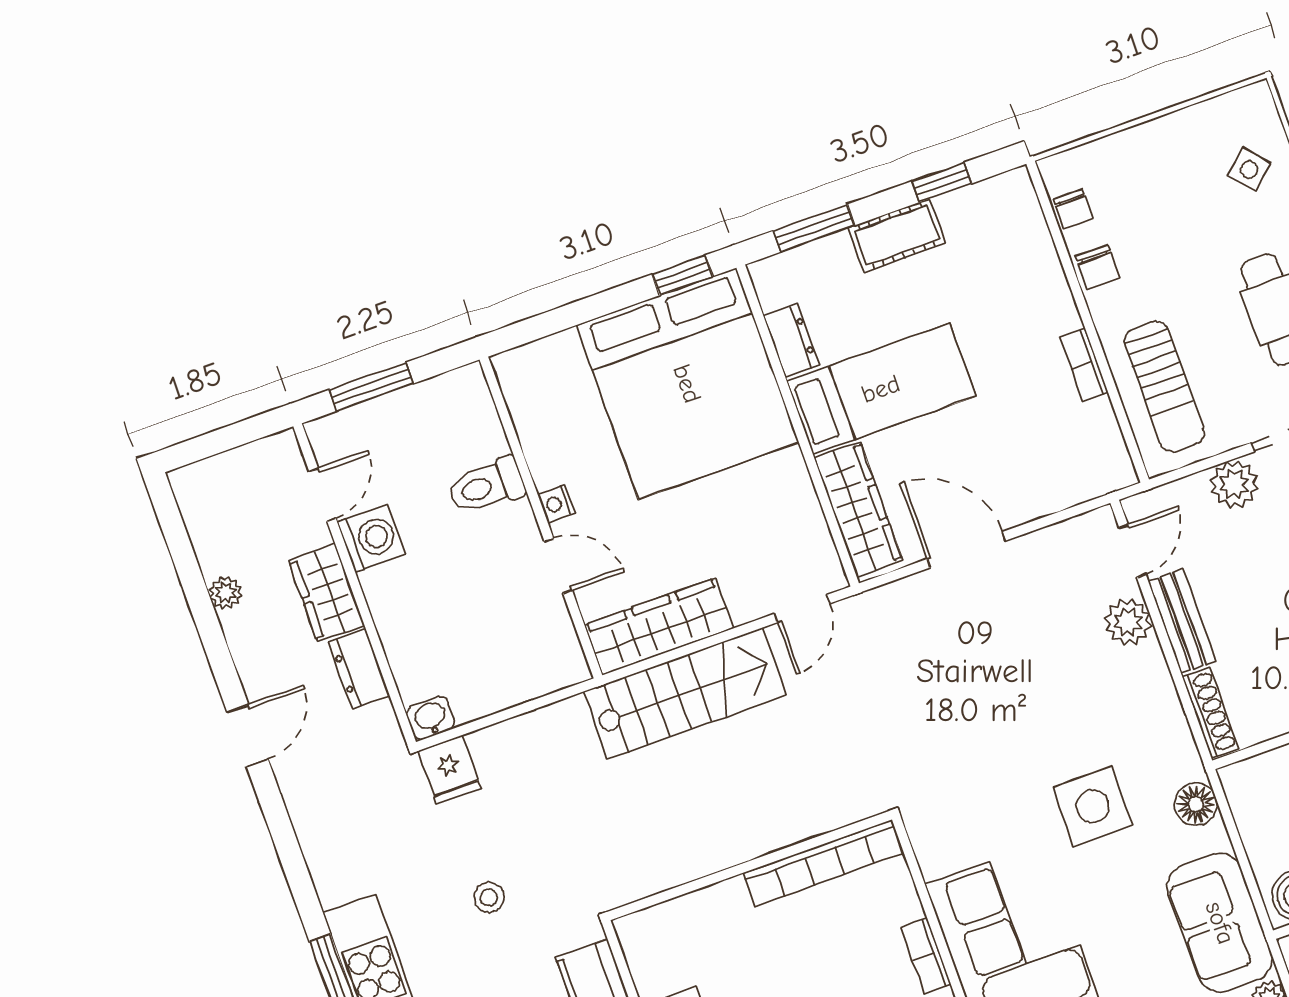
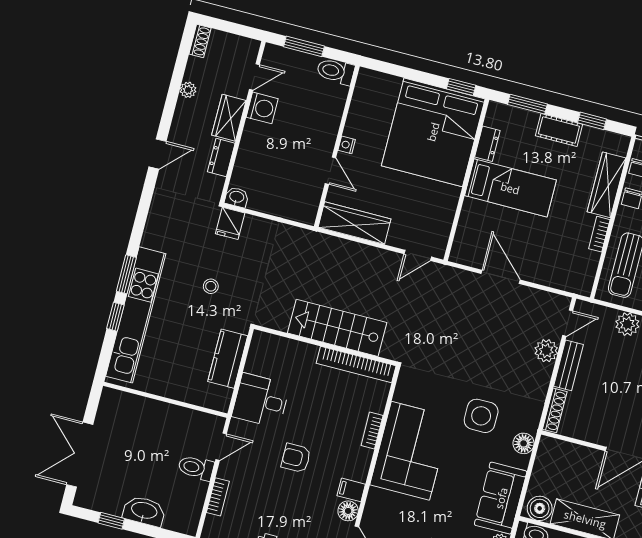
toilet: (486, 486) -> (336, 71), moved
shoe rack: (190, 497) -> (200, 41), added
wardrobe: (858, 509) -> (607, 185), moved, turned 180
stairs: (685, 693) -> (337, 328), moved, turned 180

